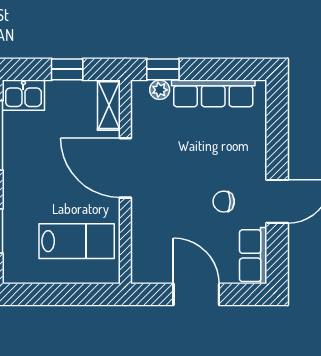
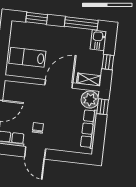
plant: (160, 90) -> (90, 100), width x1.88, depth x1.88
lab bench: (77, 241) -> (27, 57), turned 90

